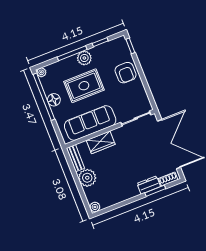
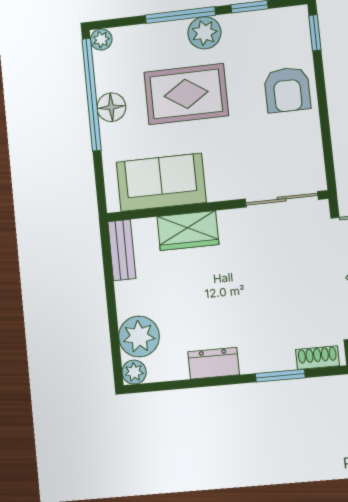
sofa: (90, 123) -> (161, 182), width x0.73
plant: (87, 178) -> (139, 336), moved
dresser: (149, 185) -> (214, 363), moved

